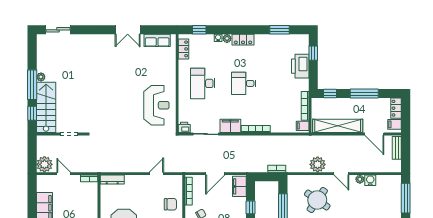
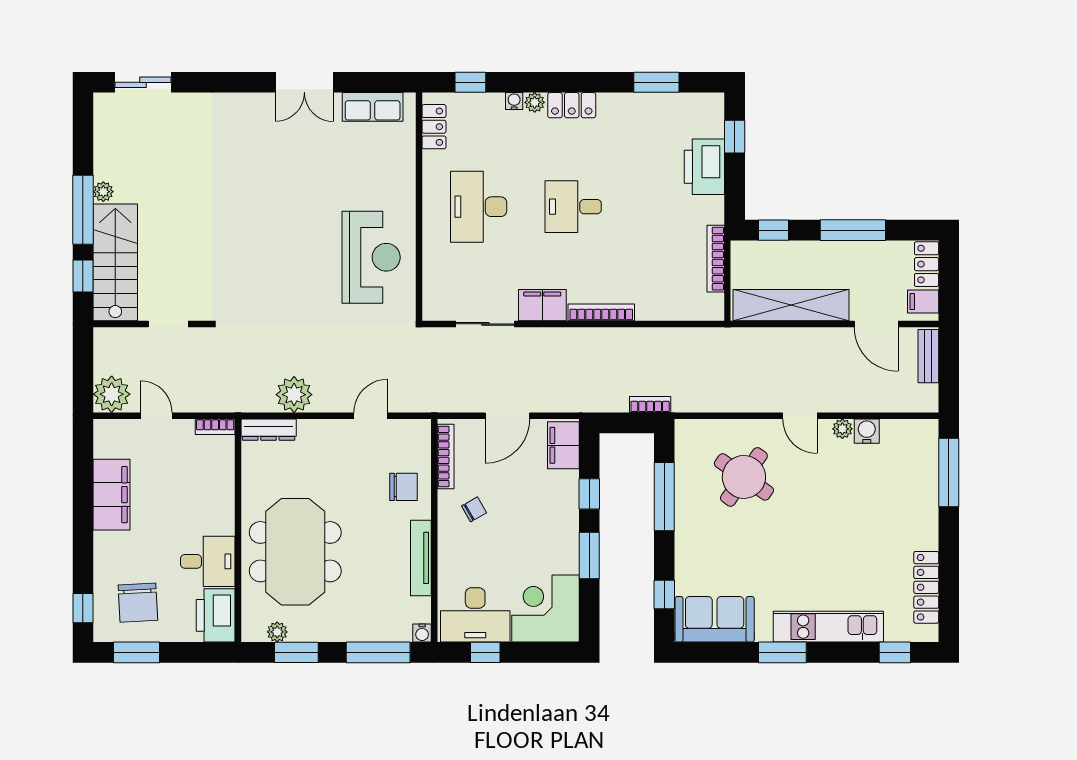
filing cabinet: (303, 126) -> (710, 305), removed
printer: (184, 127) -> (435, 309), removed
plant: (318, 164) -> (294, 395), moved

